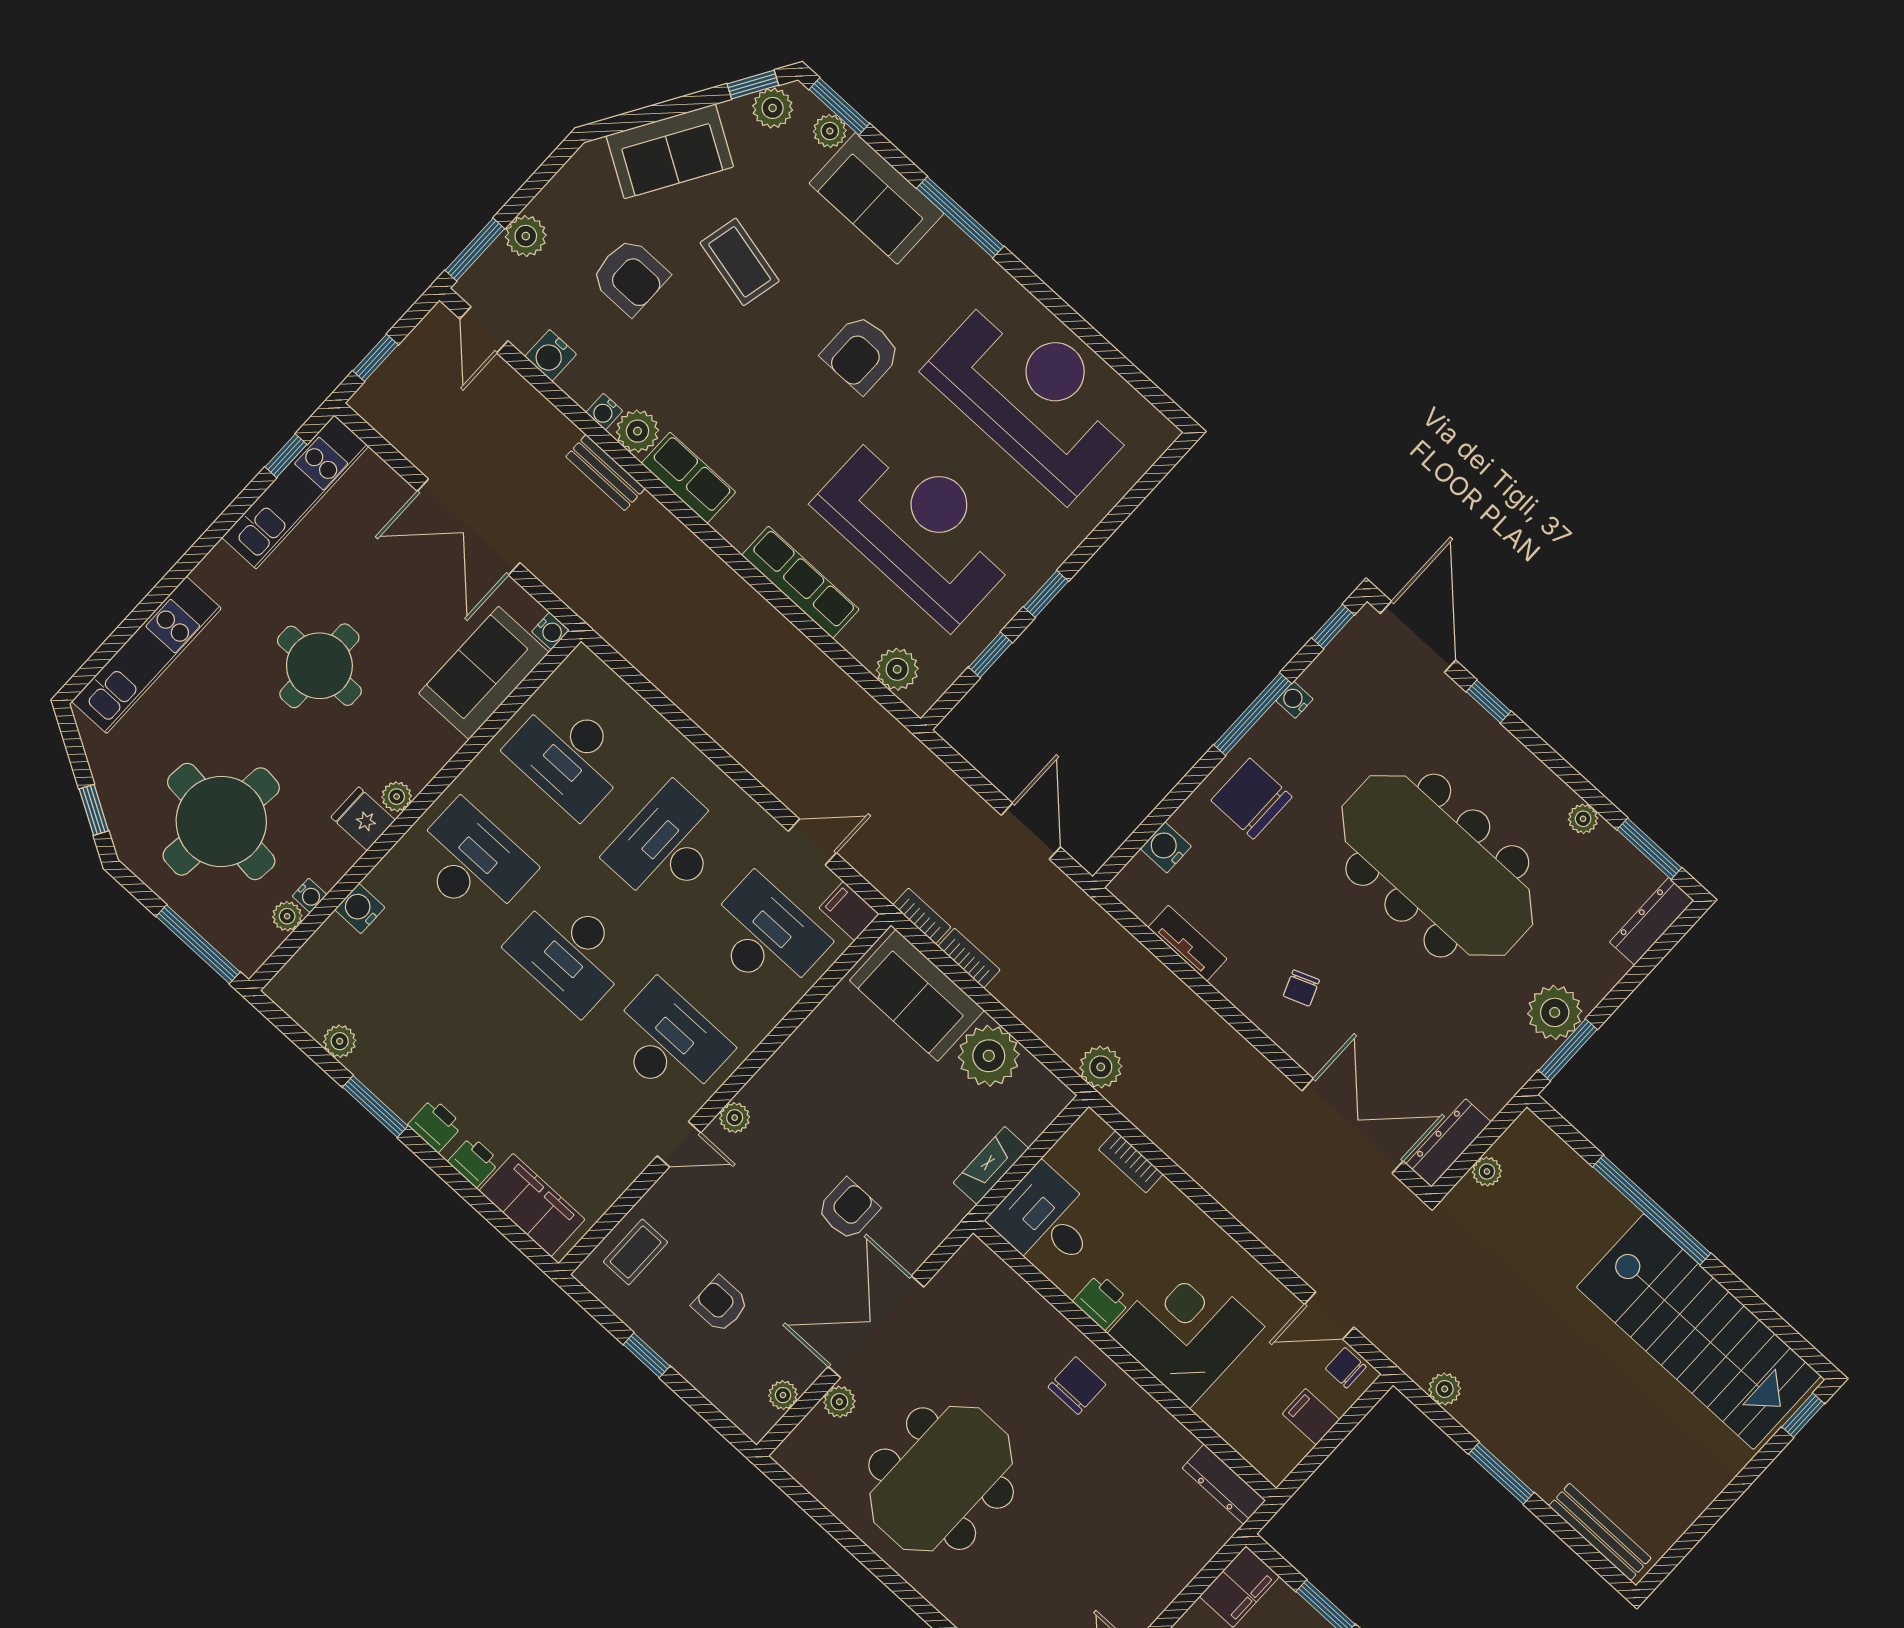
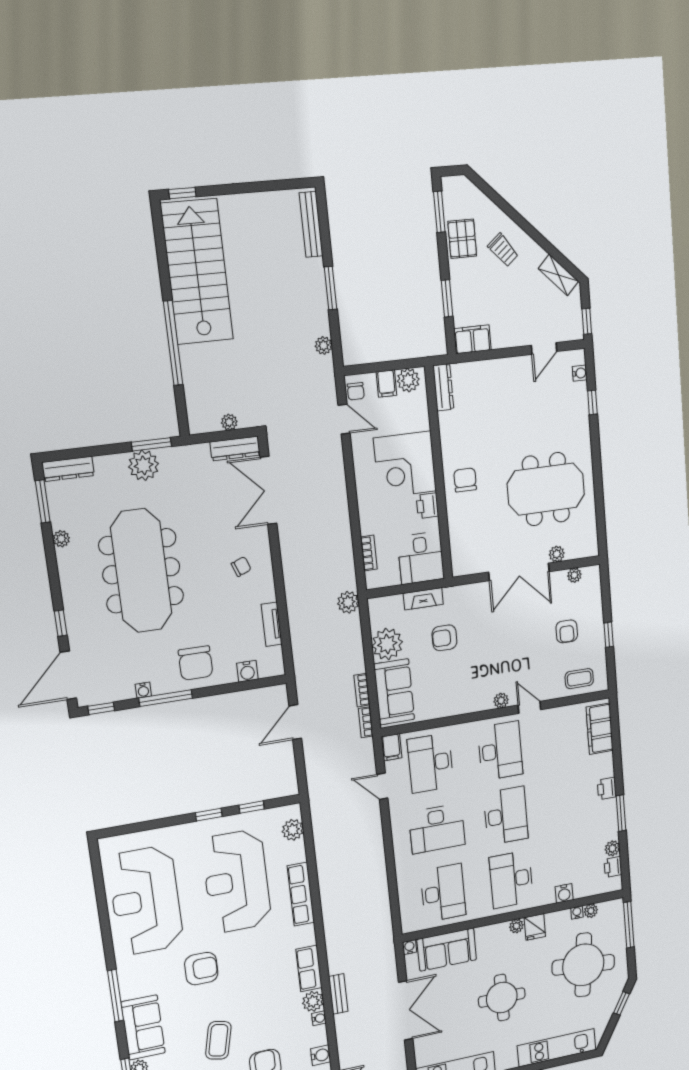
desk: (668, 1042) -> (500, 751), turned 180
printer: (474, 1162) -> (613, 867), moved
armchair: (848, 1209) -> (444, 638), moved
chair: (1077, 1386) -> (465, 480), turned 90
plant: (1284, 1449) -> (408, 380), added

